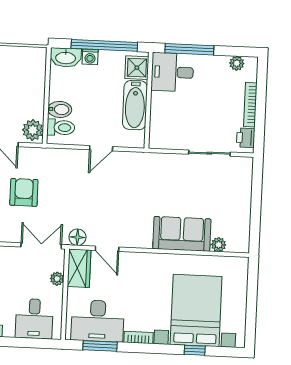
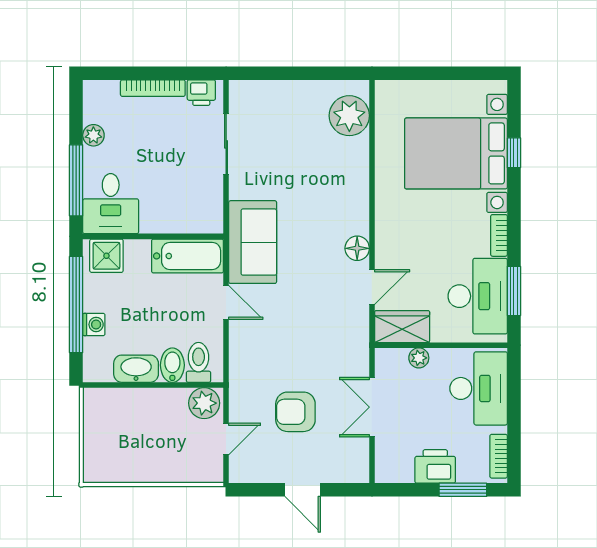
washbasin: (66, 58) -> (136, 369), moved, turned -90
plant: (237, 63) -> (93, 135), moved
bathtub: (135, 105) -> (187, 256), moved
sofa: (182, 234) -> (253, 242), moved, turned 180
floor lamp: (77, 237) -> (357, 248), moved
plant: (219, 245) -> (349, 116), width x1.87, depth x1.87
double door: (41, 246) -> (372, 407), moved
desk: (34, 319) -> (479, 388), width x1.37

